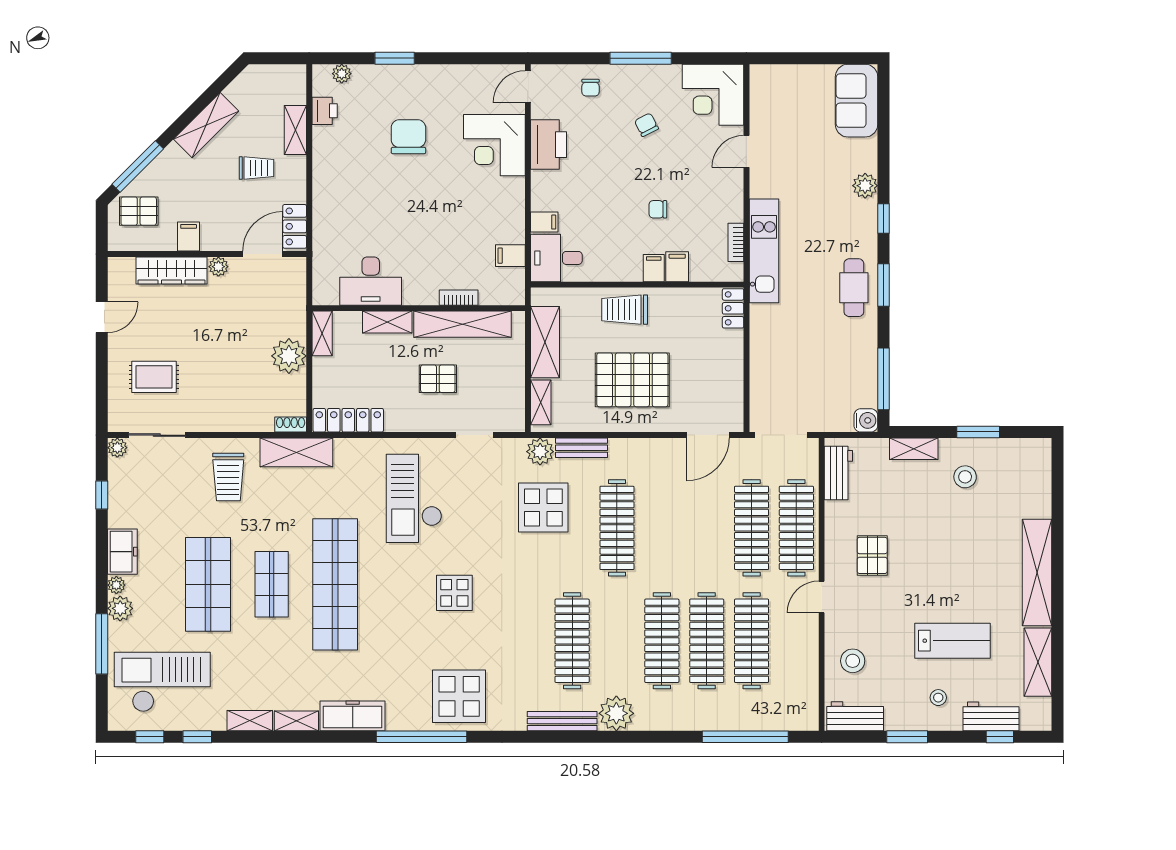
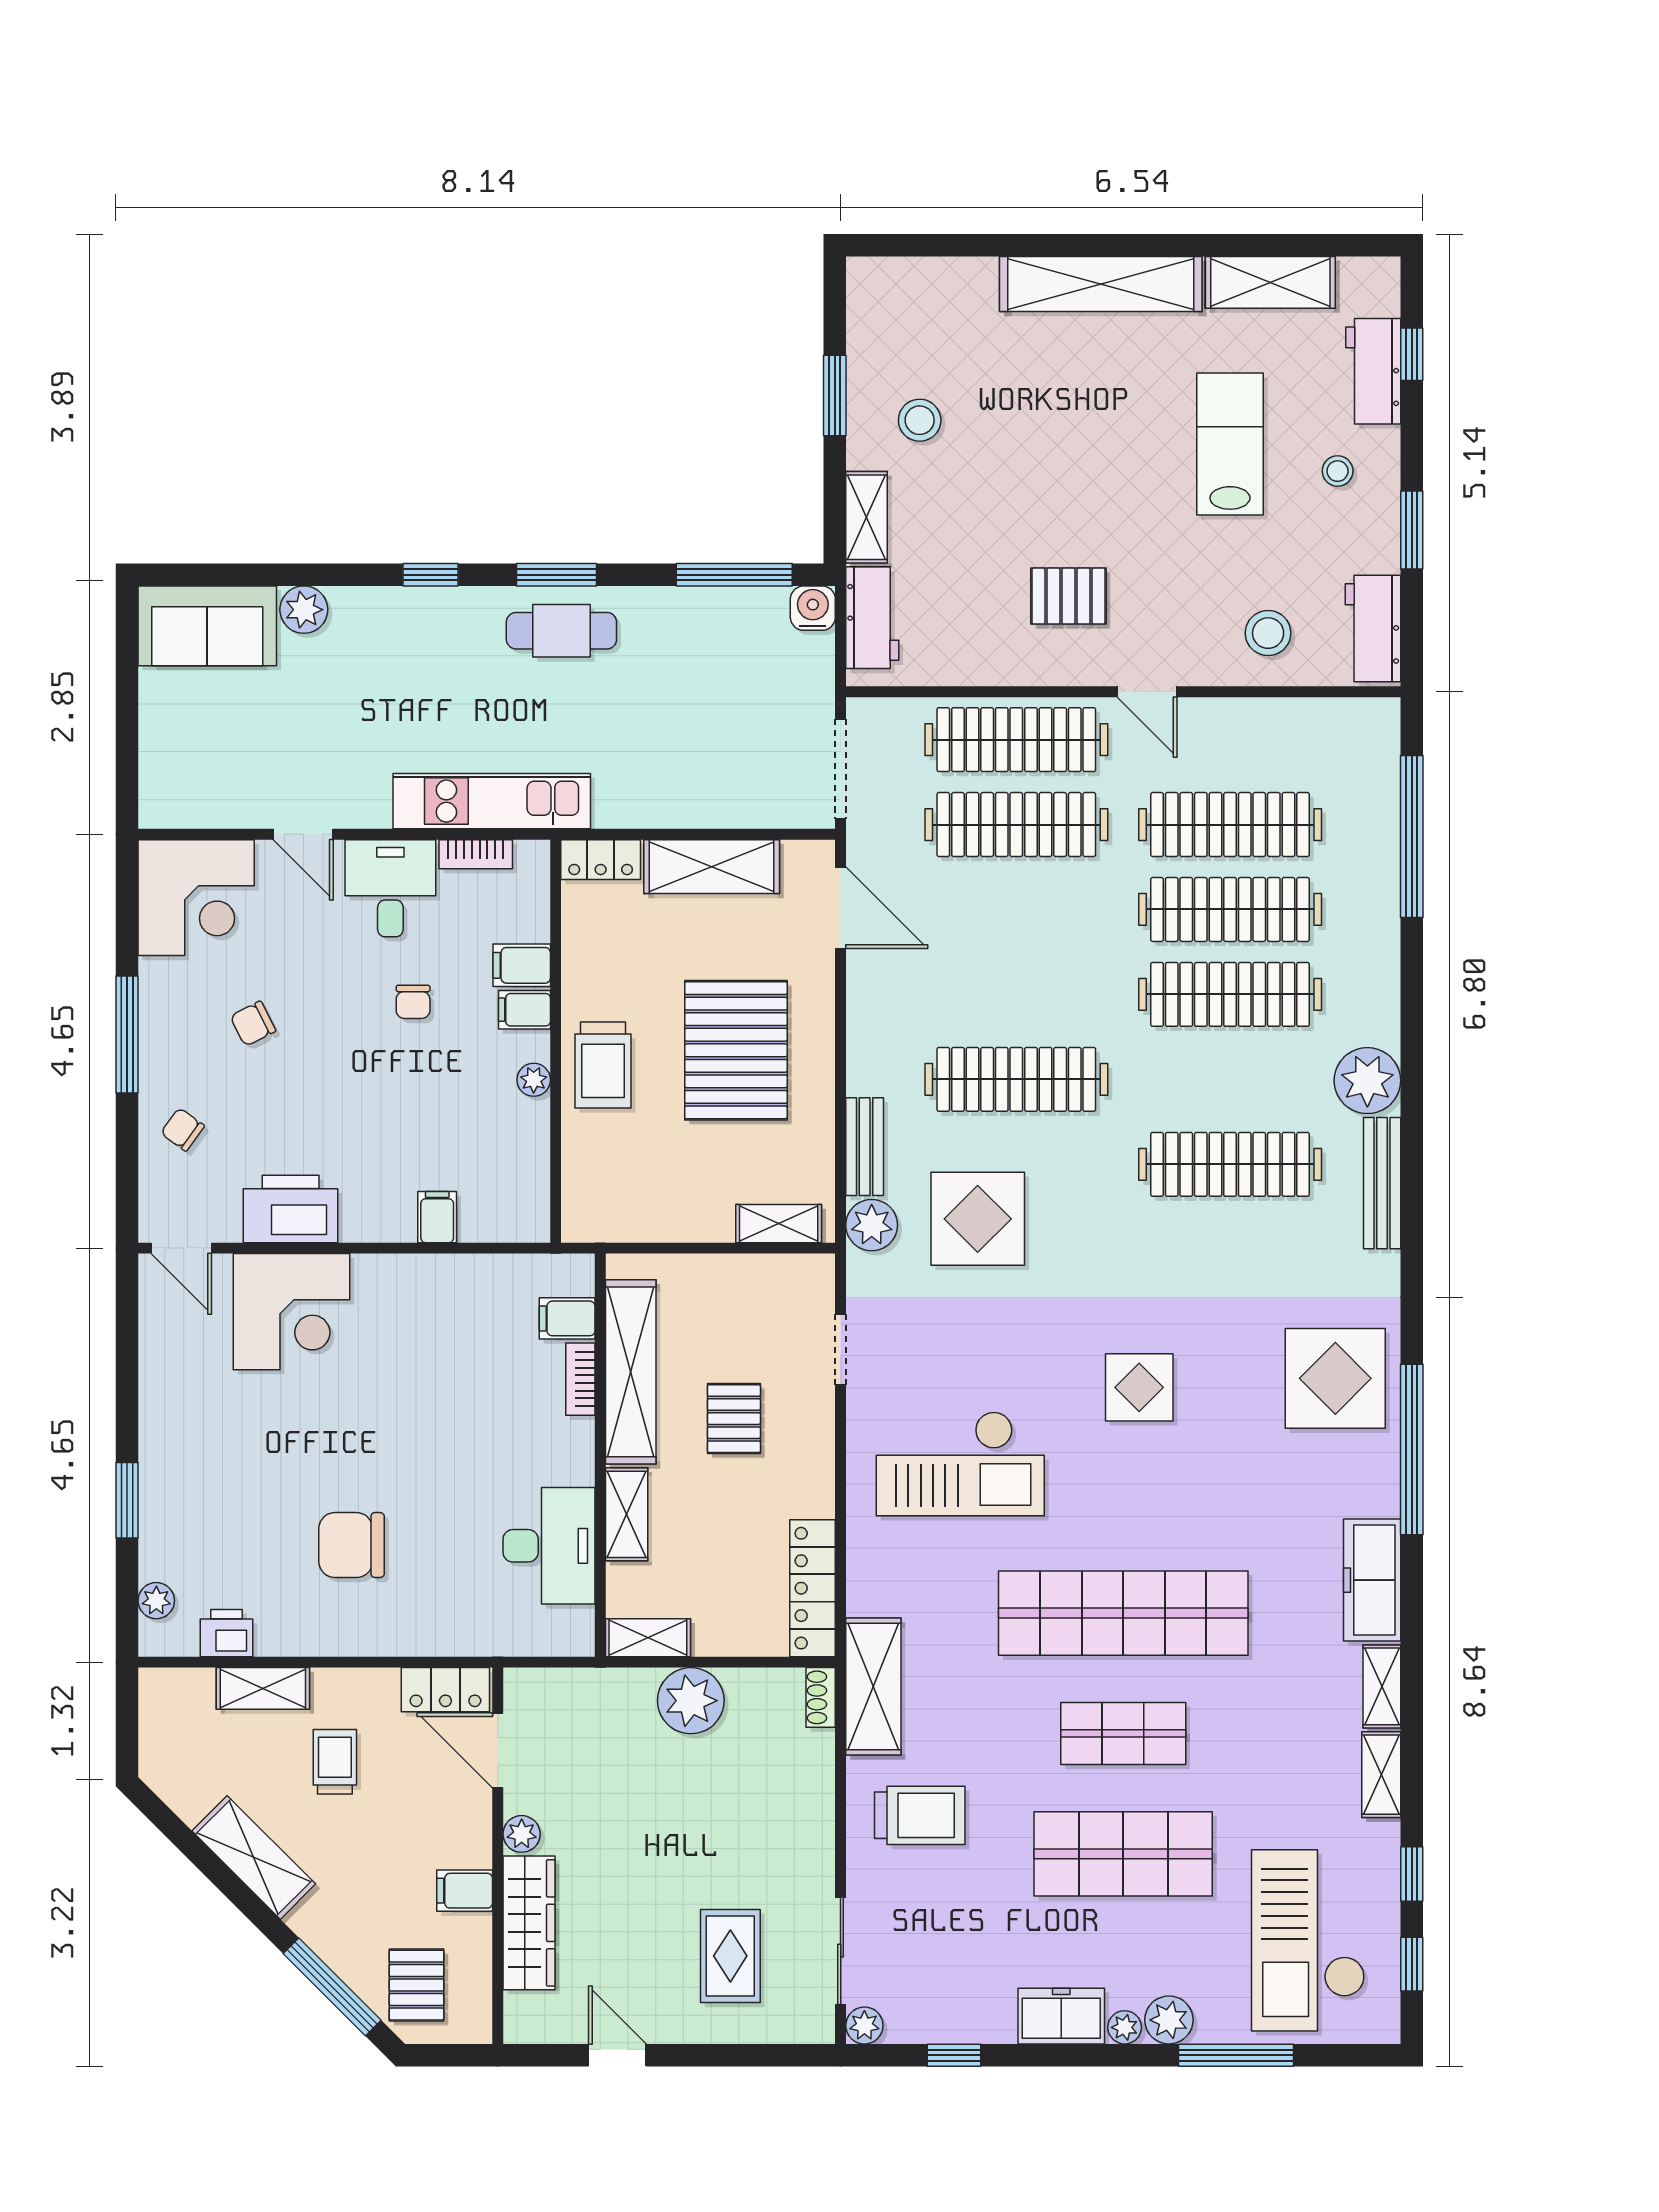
chair: (591, 88) -> (183, 1129), turned -144
chair: (408, 137) -> (352, 1545), moved
plant: (865, 186) -> (304, 610), moved
filing cabinet: (510, 256) -> (567, 1318), moved, turned 90
desk: (556, 258) -> (390, 888), moved, turned 180
plant: (617, 273) -> (534, 1080), added
shelving: (545, 342) -> (712, 867), moved
workbench: (838, 473) -> (872, 618), moved, turned 90

